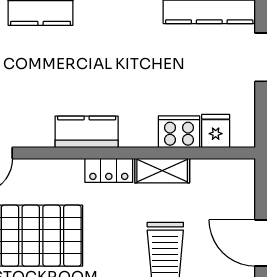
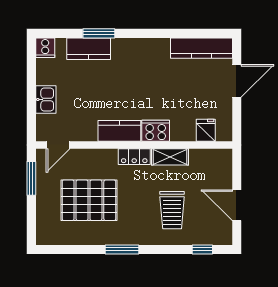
cooker: (179, 132) -> (156, 131), moved

